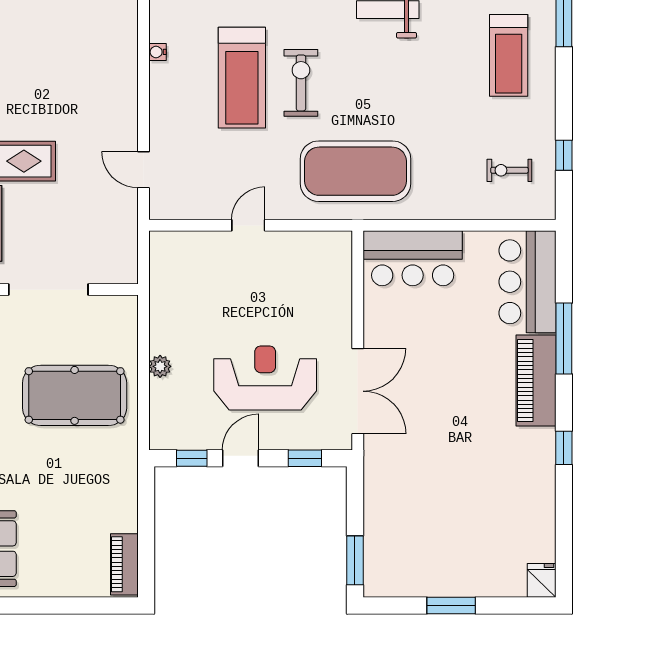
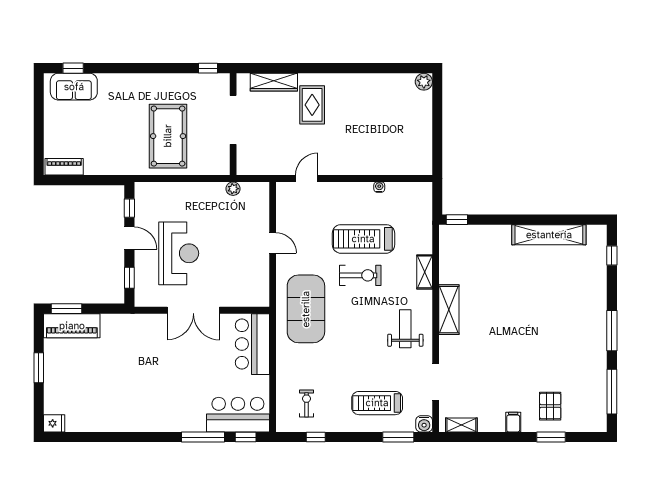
plant: (160, 366) -> (233, 189), moved
piano: (536, 381) -> (72, 326), moved, turned 180
double door: (358, 391) -> (193, 310), moved
window: (564, 448) -> (246, 437), moved

